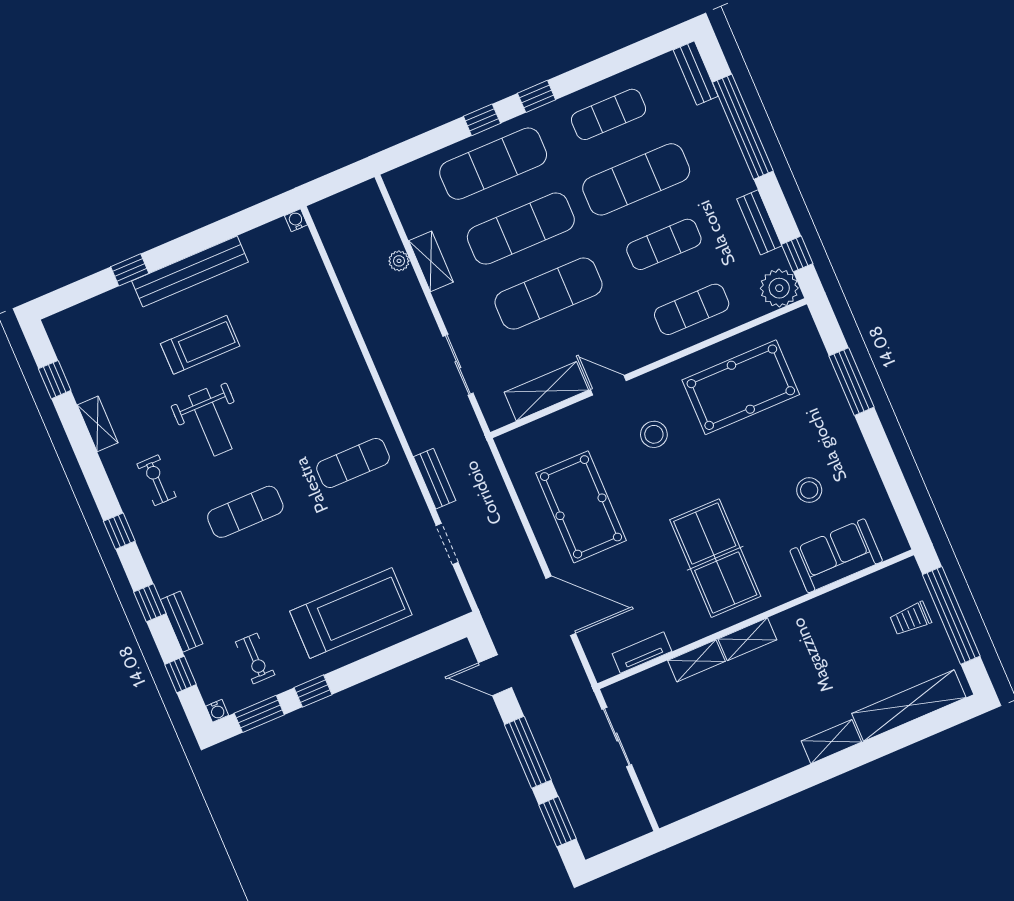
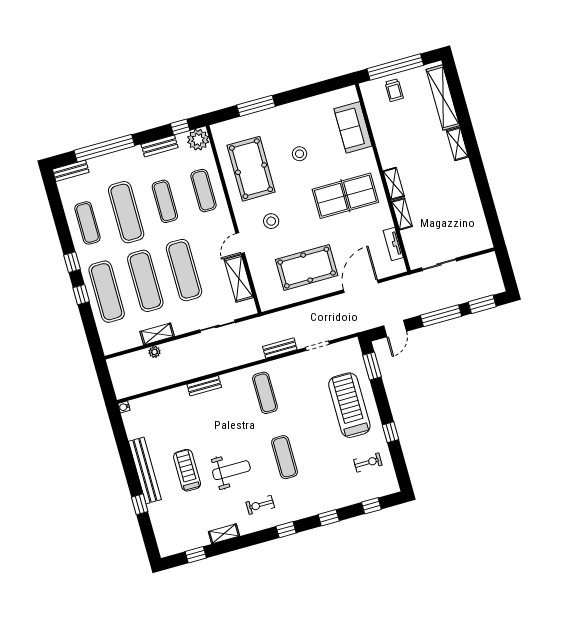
stool: (809, 490) -> (300, 154), moved
bench: (181, 622) -> (204, 386), moved
water cooler: (217, 711) -> (395, 488), removed
window: (259, 714) -> (372, 366), moved

